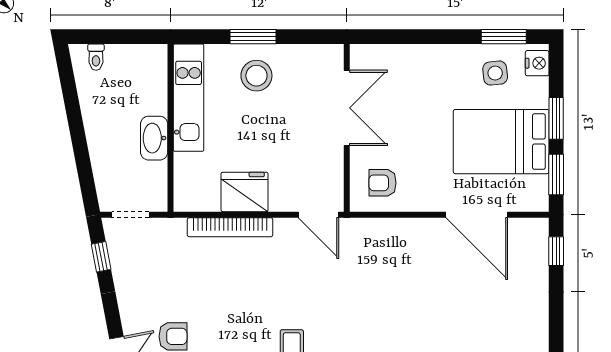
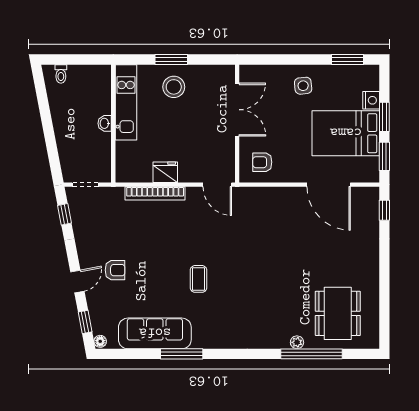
nightstand: (537, 63) -> (371, 100), moved
side table: (495, 73) -> (303, 86), moved
washbasin: (154, 138) -> (105, 123), width x0.52, depth x0.69
fridge: (245, 192) -> (165, 172), width x0.73, depth x0.75

